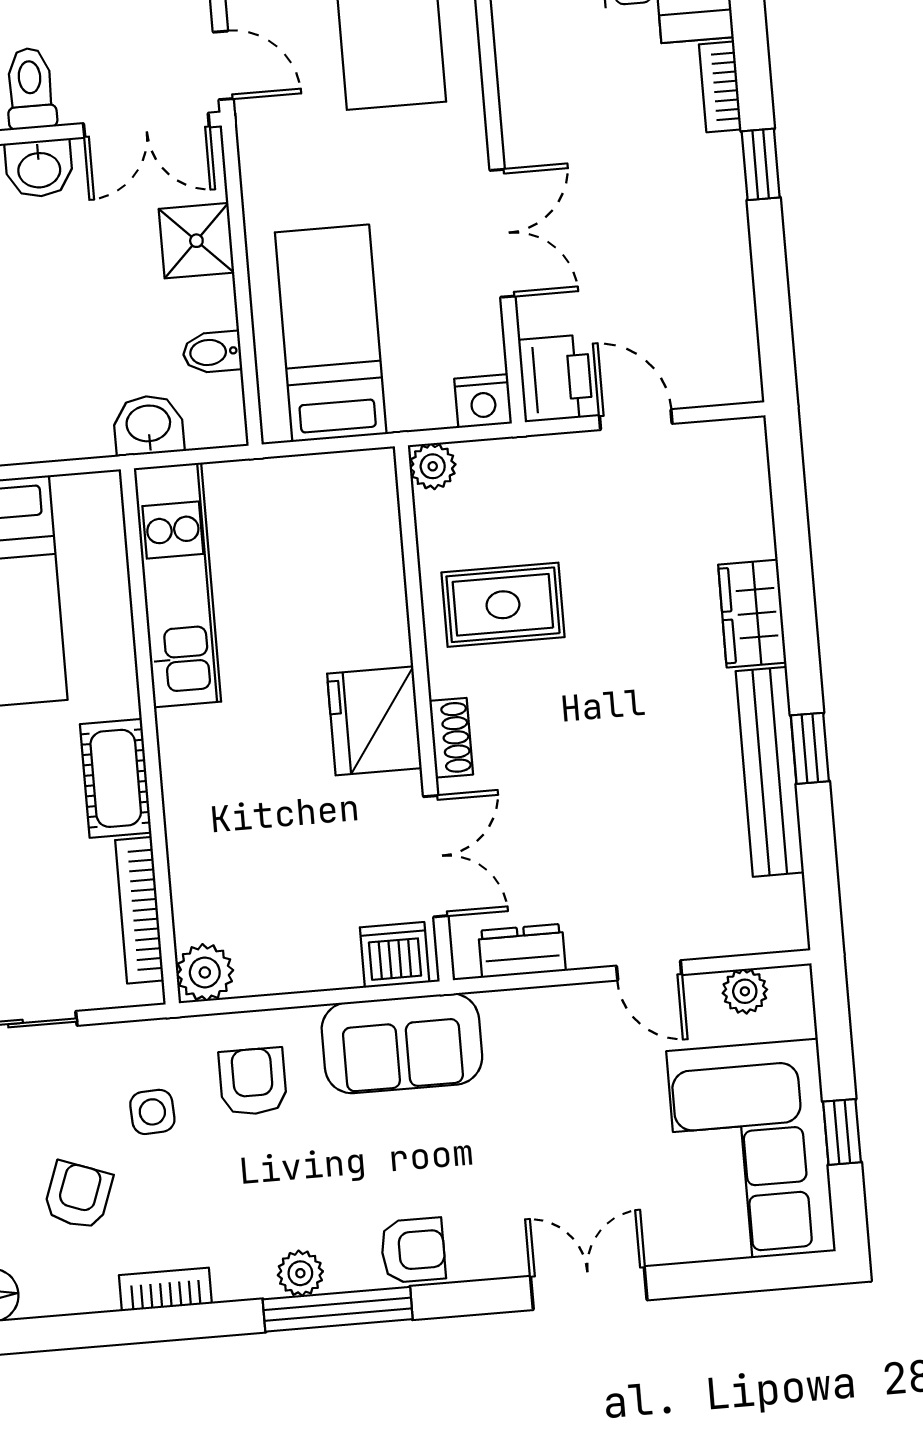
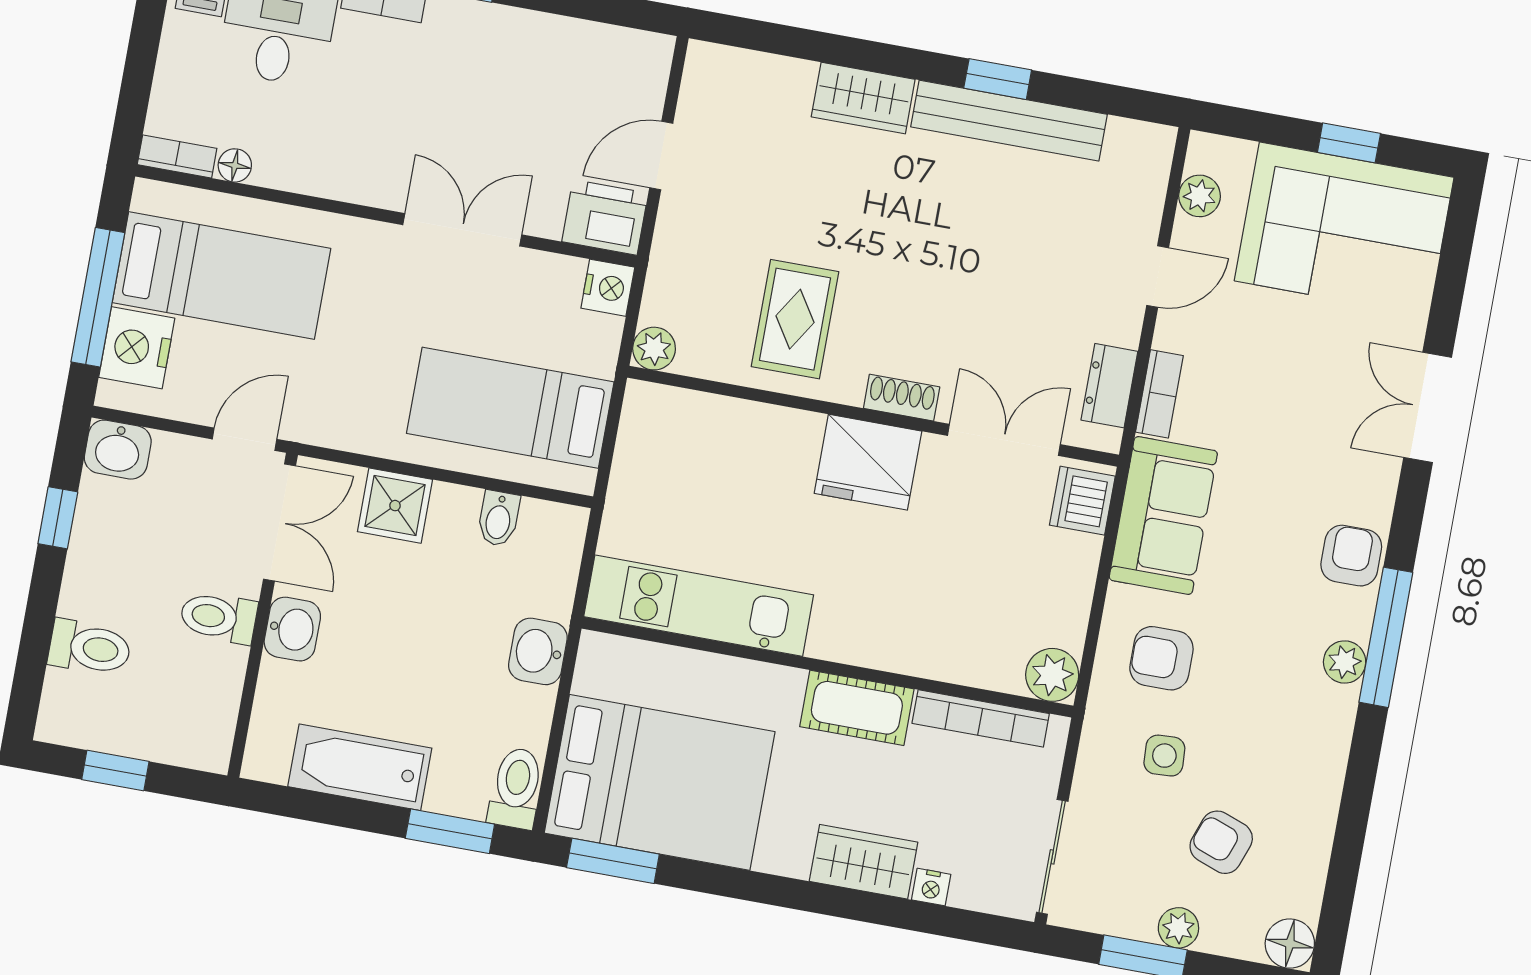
washbasin: (148, 425) -> (538, 651), moved
bookcase: (165, 1289) -> (1159, 394), moved, turned 180

